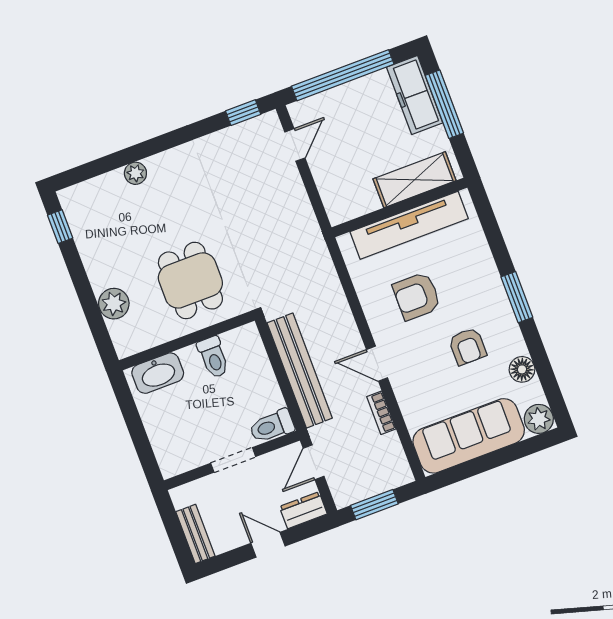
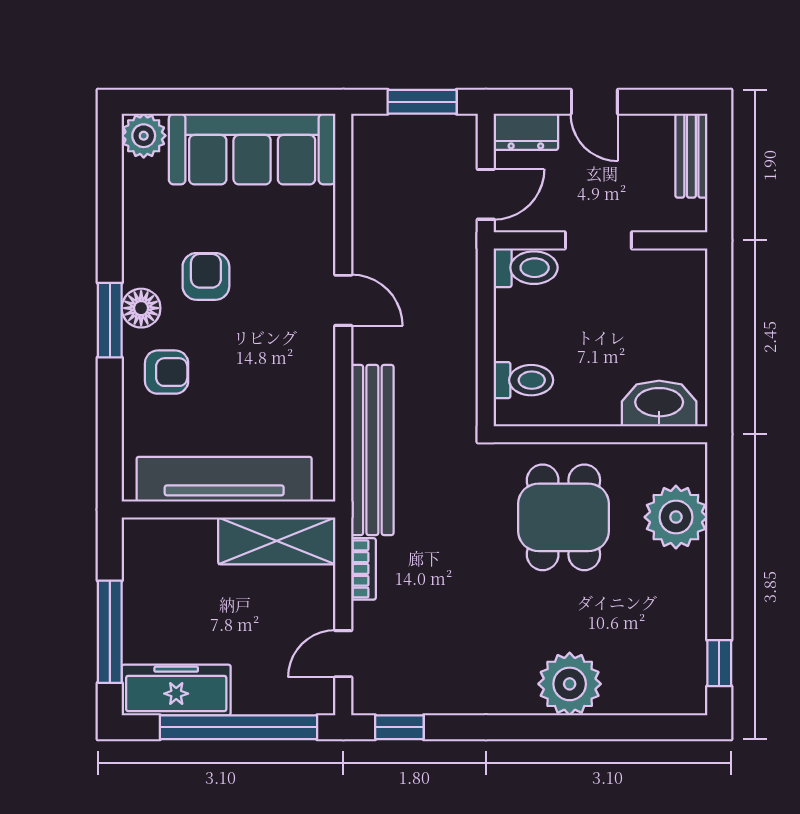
freezer: (415, 95) -> (176, 690), moved, turned -90
plant: (135, 173) -> (570, 684), width x1.88, depth x1.88
shelving: (415, 180) -> (277, 541), moved
armchair: (417, 296) -> (167, 372), moved, width x0.72, depth x0.72
plant: (114, 304) -> (676, 517), width x1.36, depth x1.36
toilet: (213, 357) -> (523, 380), moved, turned 90
floor lamp: (522, 369) -> (141, 308), moved
bench: (300, 371) -> (372, 450), moved
bookcase: (381, 413) -> (364, 569), moved

